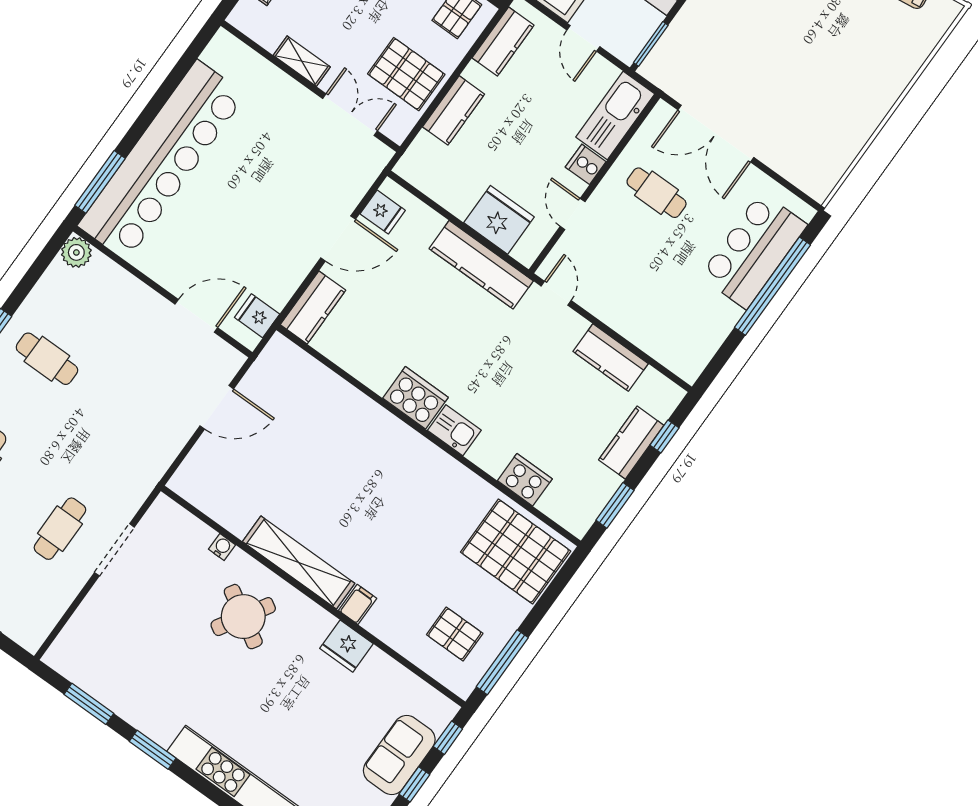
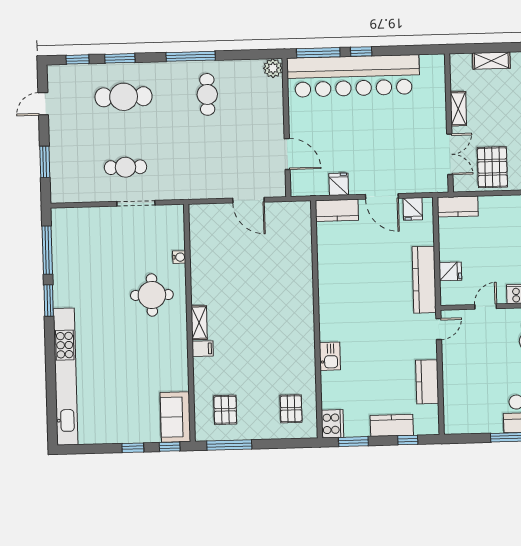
kitchen counter: (454, 110) -> (458, 206), moved
window: (139, 127) -> (361, 52), added
fridge: (499, 220) -> (450, 271), width x0.53, depth x0.75
fridge: (257, 316) -> (339, 184), moved
cooker: (415, 398) -> (331, 298), removed
kitchen sink: (454, 430) -> (330, 356), moved
cooker: (525, 480) -> (332, 424), moved
pallet: (516, 552) -> (291, 409), width x0.49, depth x0.50
shelving: (299, 562) -> (199, 323), width x0.45, depth x0.75
round table: (243, 617) -> (152, 295), turned -31
fridge: (346, 646) -> (177, 359), removed
window: (89, 704) -> (47, 250), width x1.44
sofa: (399, 755) -> (175, 417), moved, turned -90

